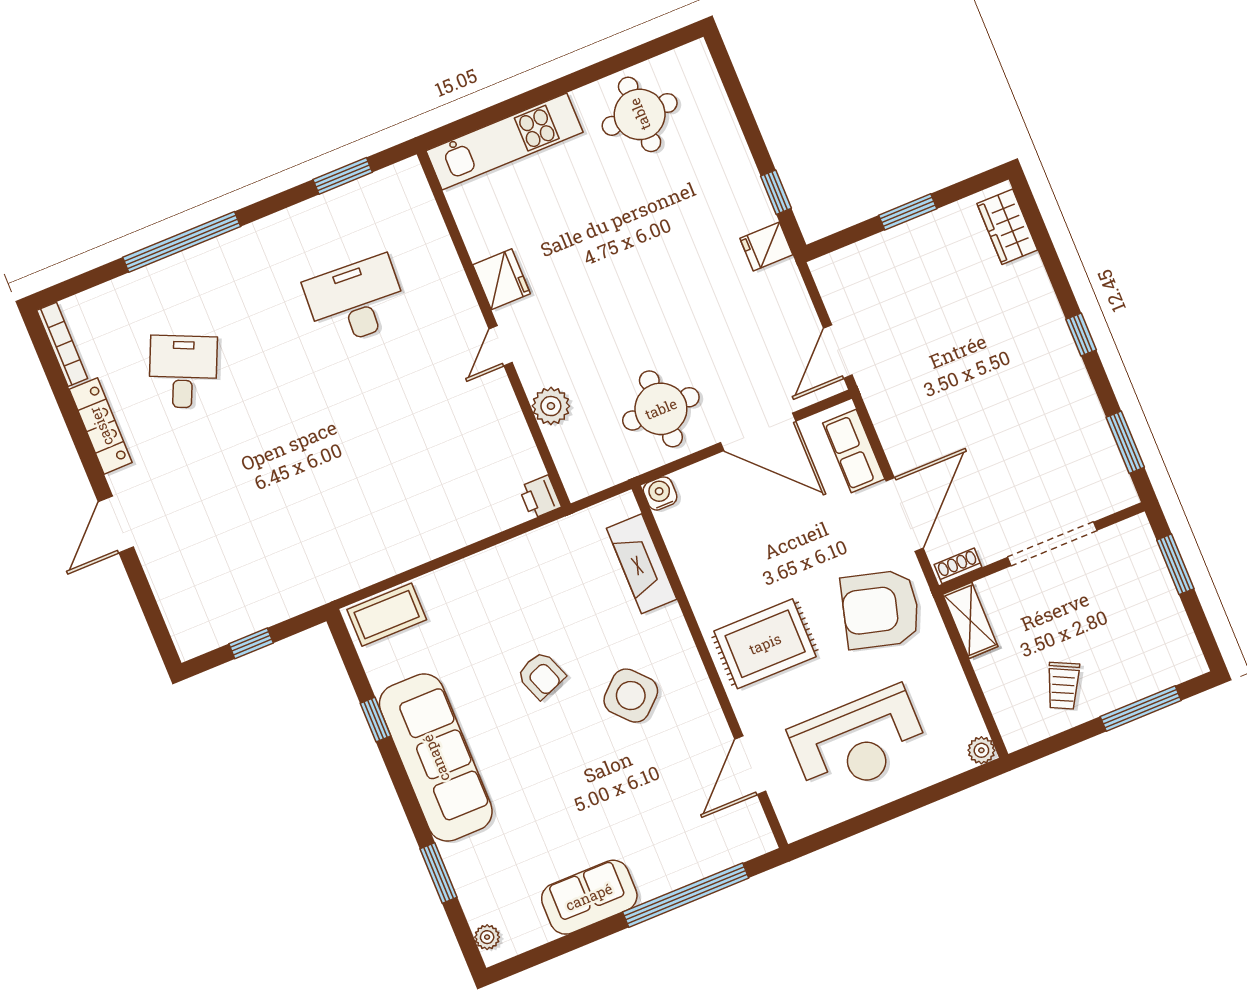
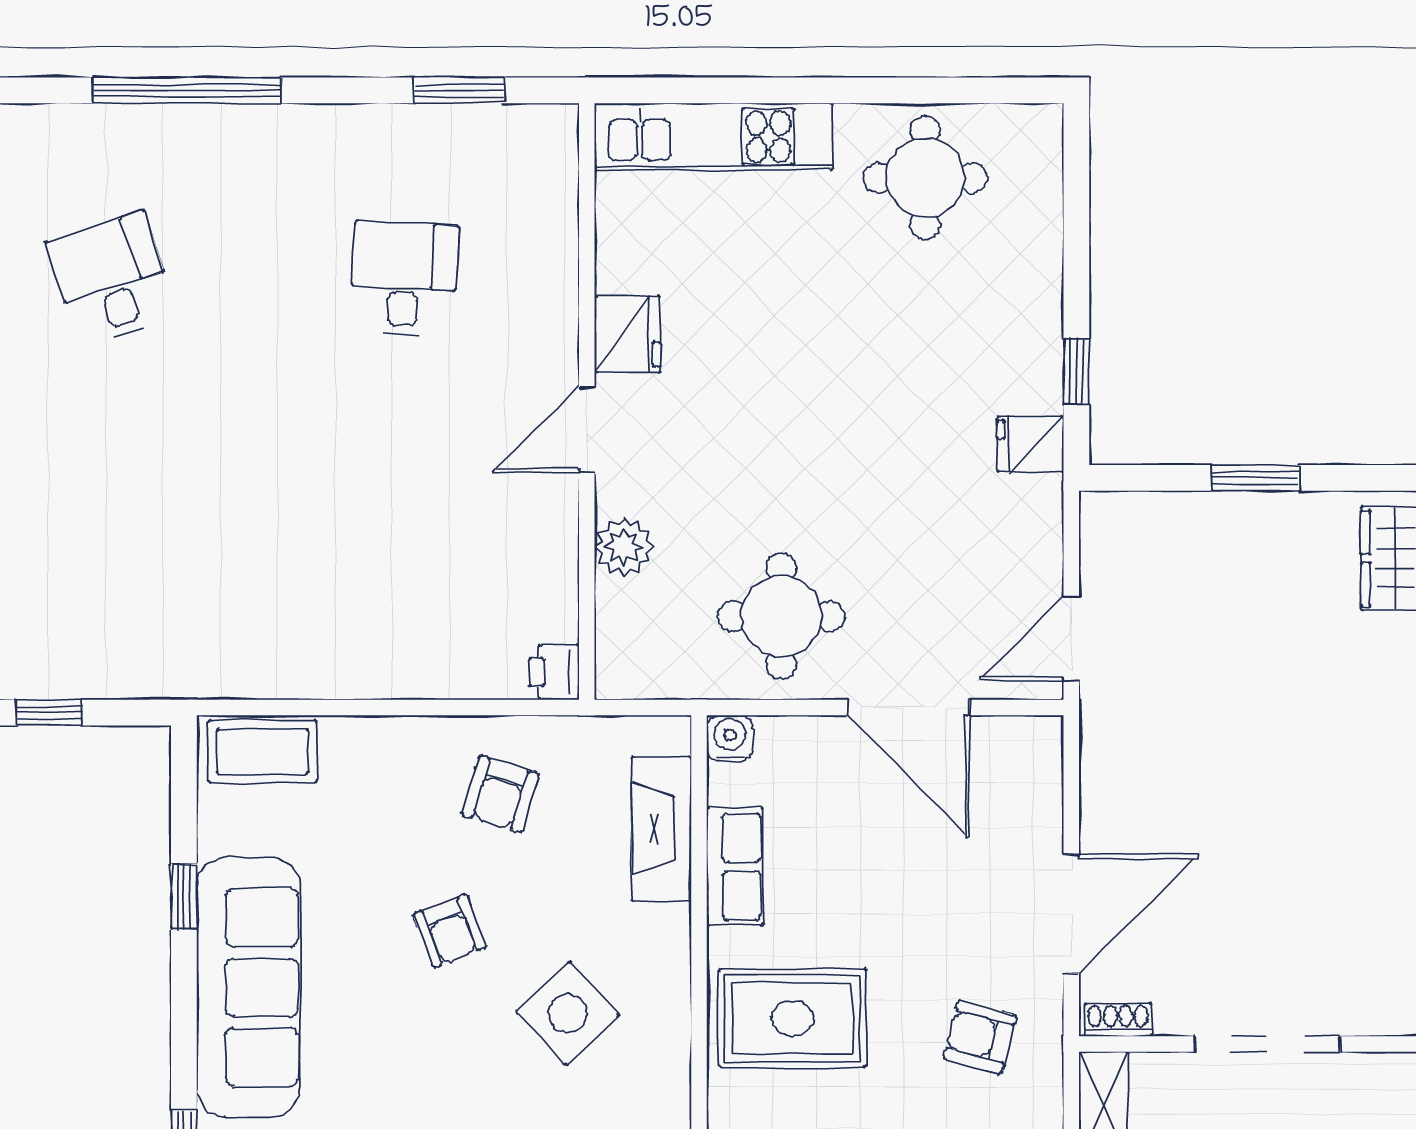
desk: (356, 301) -> (404, 279), width x0.73
door: (501, 346) -> (587, 430), width x1.38
desk: (183, 372) -> (112, 279), turned -42
row of seats: (854, 451) -> (735, 867), moved, turned 180
armchair: (538, 582) -> (500, 794), added
armchair: (880, 609) -> (980, 1037), width x0.53, depth x0.53

